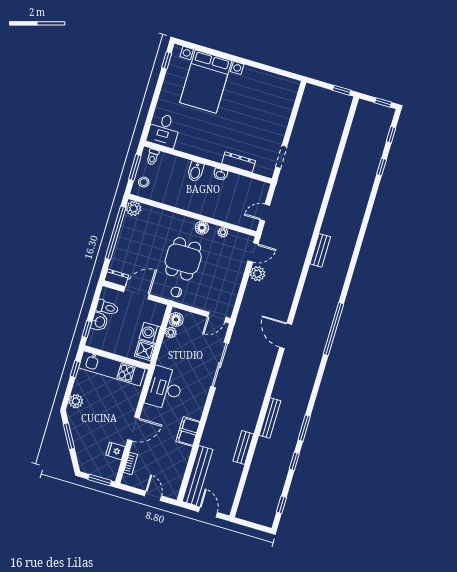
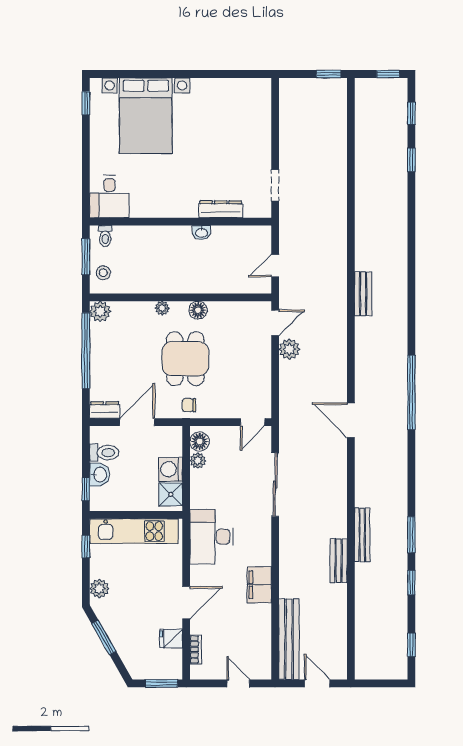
bidet: (196, 171) -> (168, 238), removed
plant: (223, 232) -> (162, 308), moved
bench: (243, 448) -> (339, 561), moved

